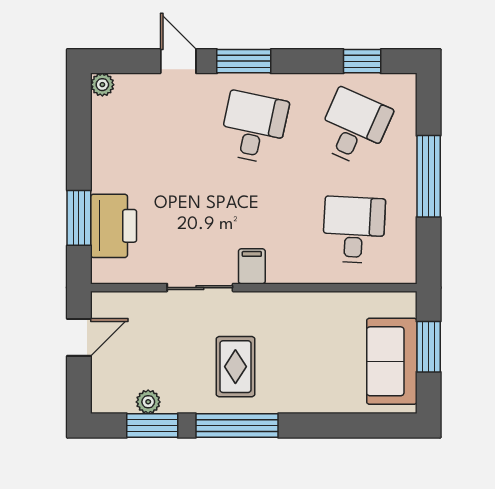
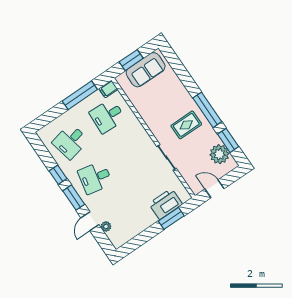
window: (362, 61) -> (58, 175), moved
plant: (102, 85) -> (106, 227), moved
desk: (354, 127) -> (70, 141), turned -36
window: (429, 176) -> (80, 95), moved
filing cabinet: (252, 266) -> (108, 89), moved
plant: (148, 402) -> (219, 154), width x1.88, depth x1.88

